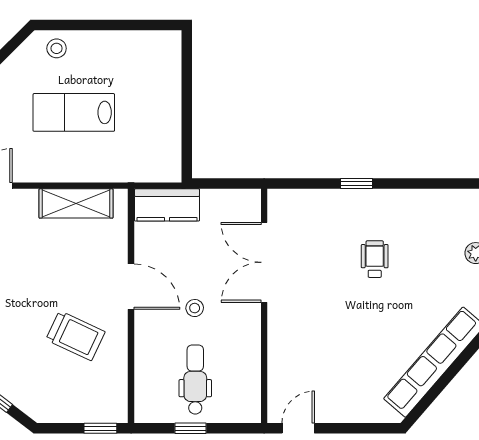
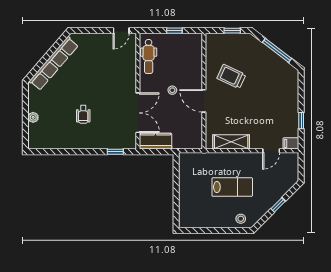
window: (357, 184) -> (115, 152), moved
kitchen counter: (167, 205) -> (156, 141), moved
dental chair: (195, 379) -> (149, 56), moved
window: (100, 428) -> (232, 31), moved

